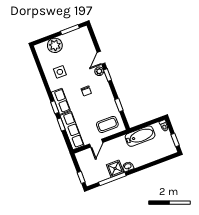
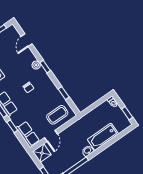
door: (101, 58) -> (27, 40), moved
row of seats: (72, 130) -> (28, 134), width x0.68
bathtub: (140, 136) -> (103, 137), moved, turned 180
shower: (115, 169) -> (42, 153), moved

